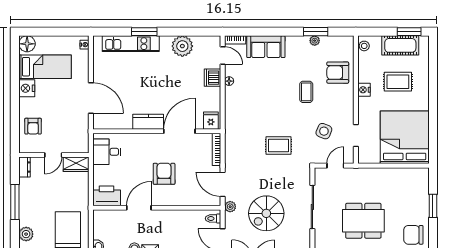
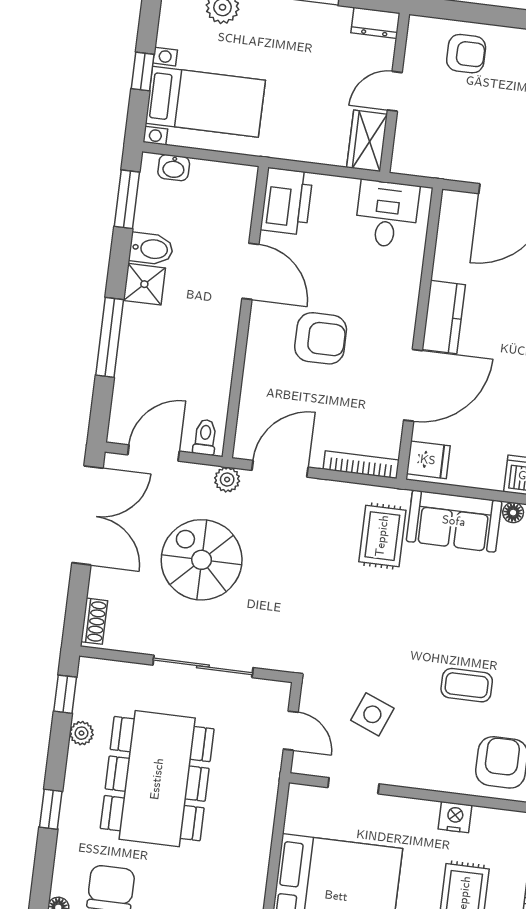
sofa: (236, 106) -> (454, 521), added
armchair: (33, 126) -> (466, 54), turned 180
door: (179, 131) -> (413, 385), hinge flipped
rug: (279, 146) -> (382, 536), moved
door: (53, 155) -> (395, 91), hinge flipped
dining table: (363, 221) -> (157, 779), width x1.36, depth x1.24

